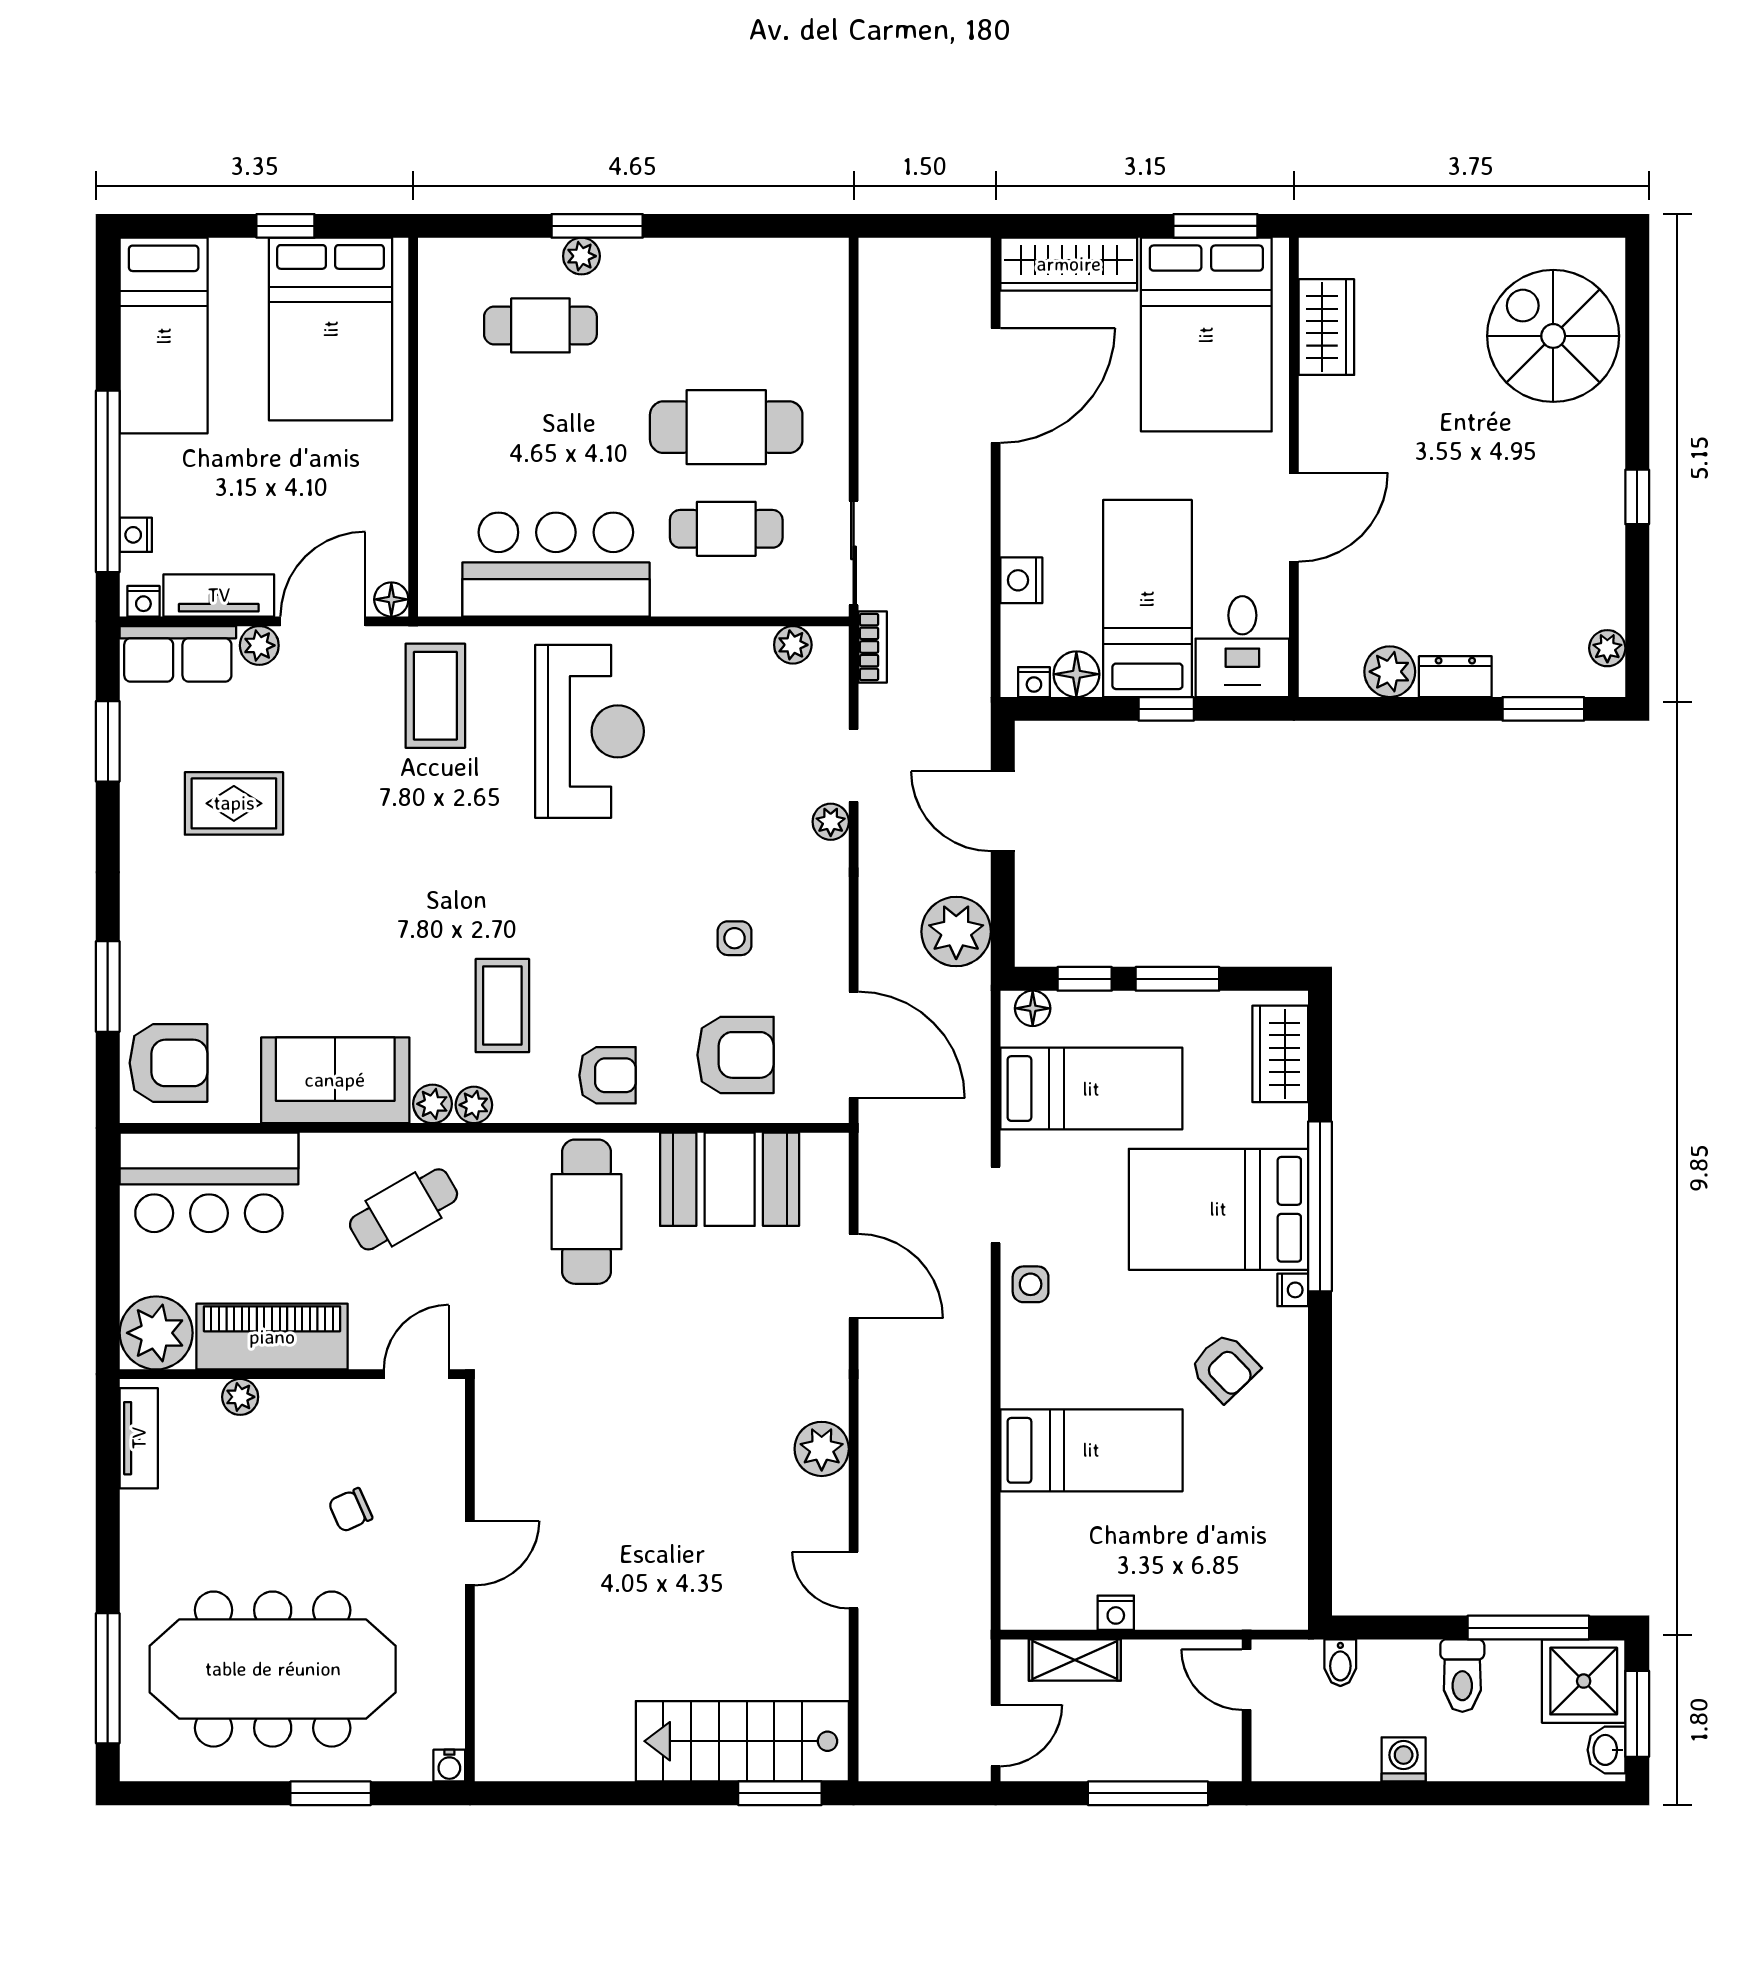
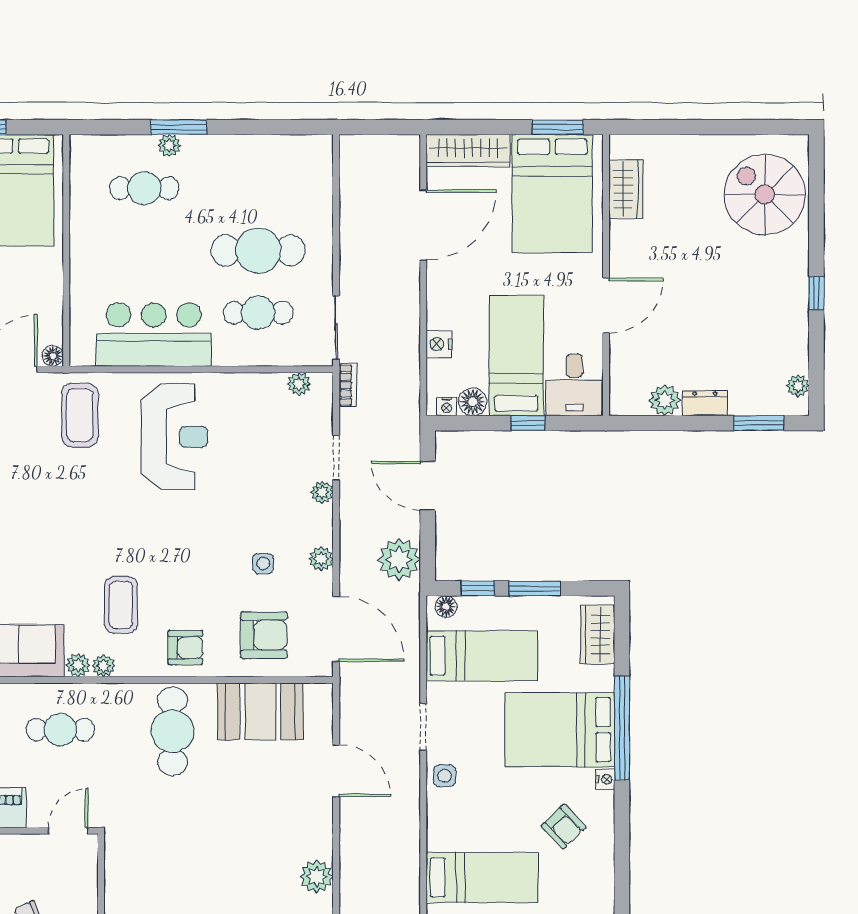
plant: (829, 930) -> (321, 559), added
cafe table: (404, 1209) -> (60, 730), turned 30

